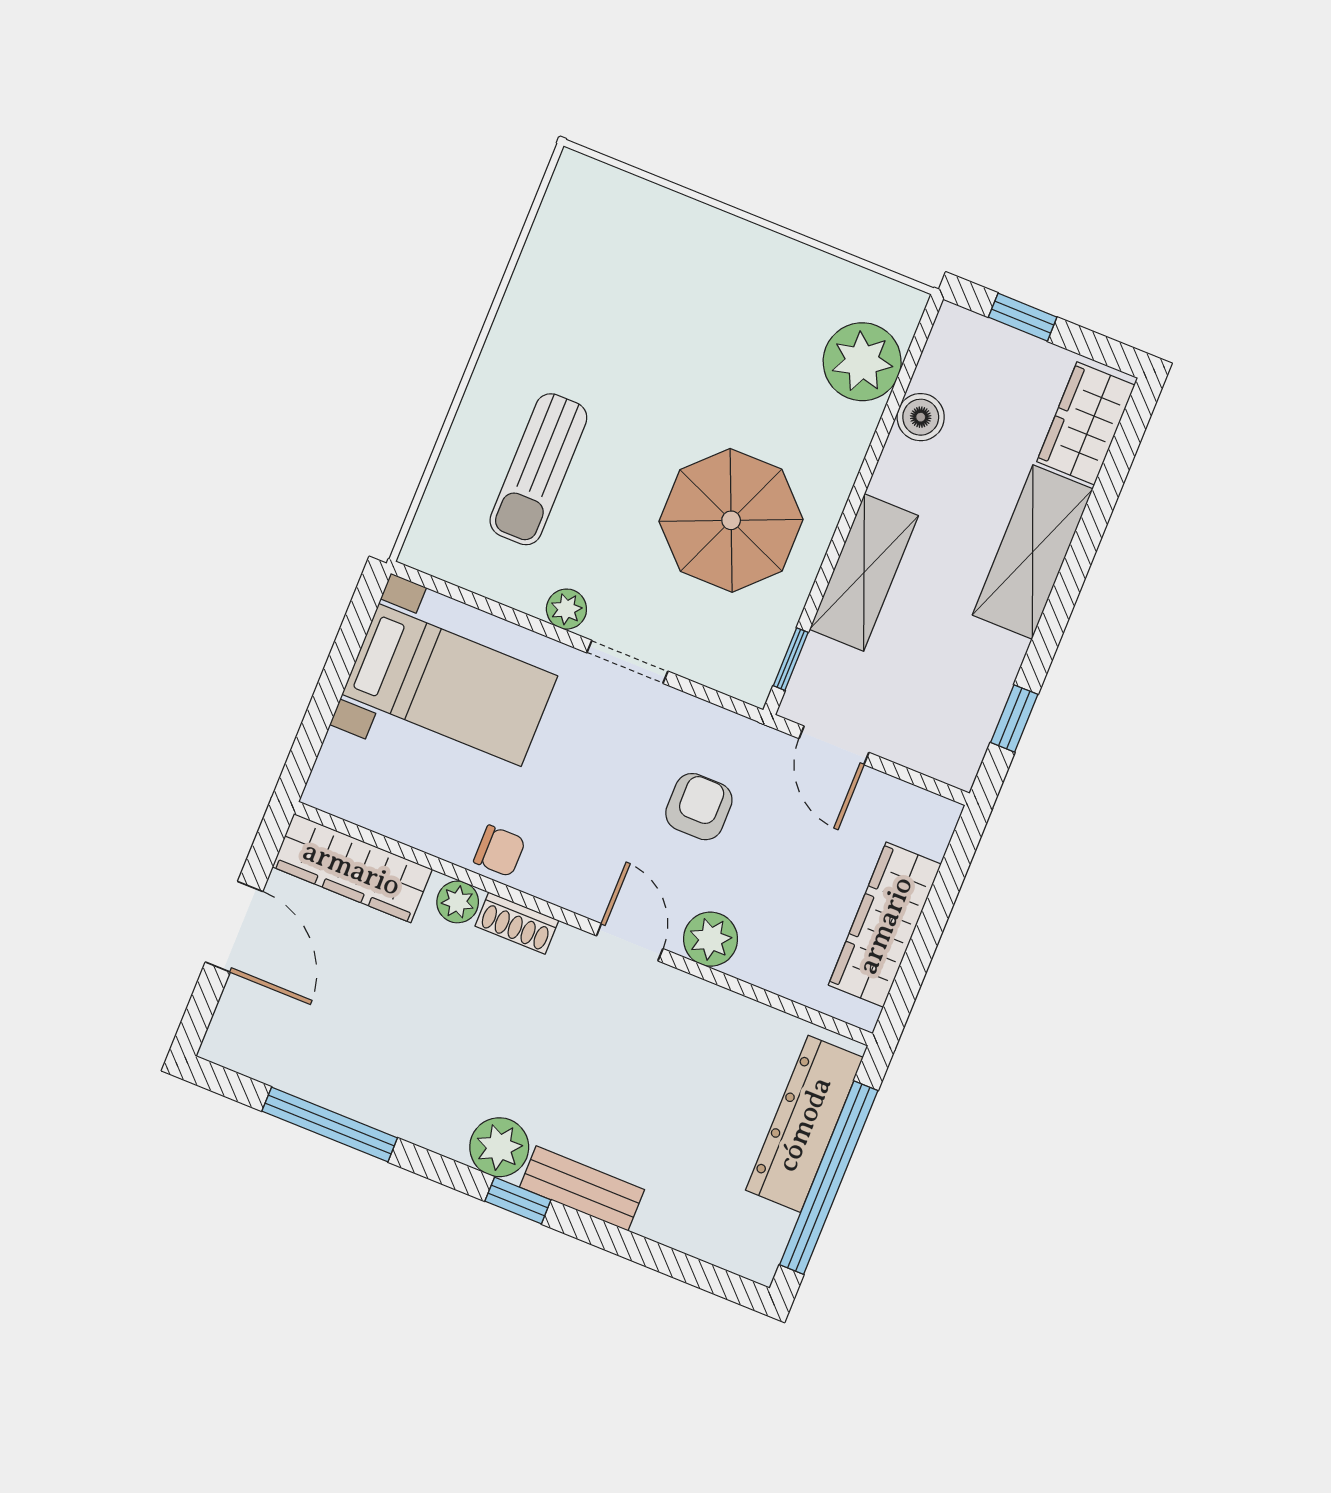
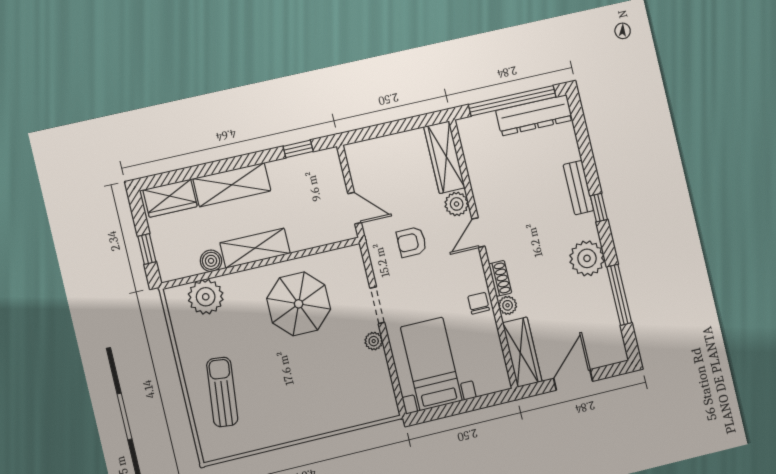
sun lounger: (538, 469) -> (222, 392), moved, turned -84
shelving: (864, 572) -> (255, 248), moved
window: (791, 659) -> (334, 246), removed
door: (834, 745) -> (355, 208), hinge flipped
wardrobe: (885, 925) -> (444, 157), moved, turned 90
dresser: (804, 1124) -> (534, 115), moved
plant: (499, 1147) -> (587, 258), moved, width x1.36, depth x1.36

